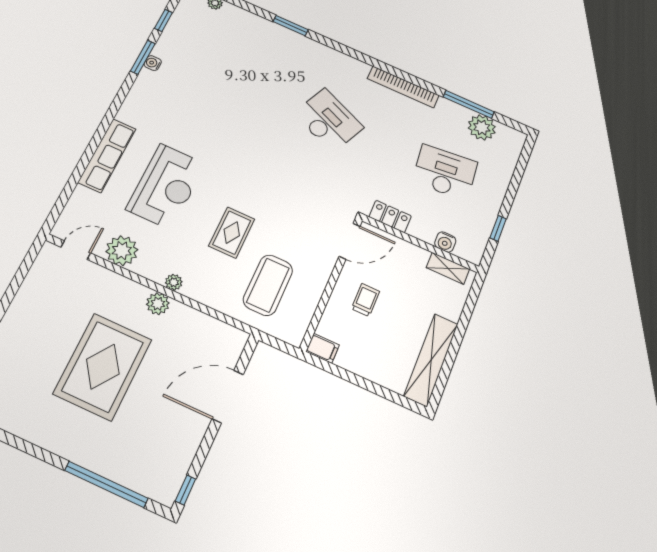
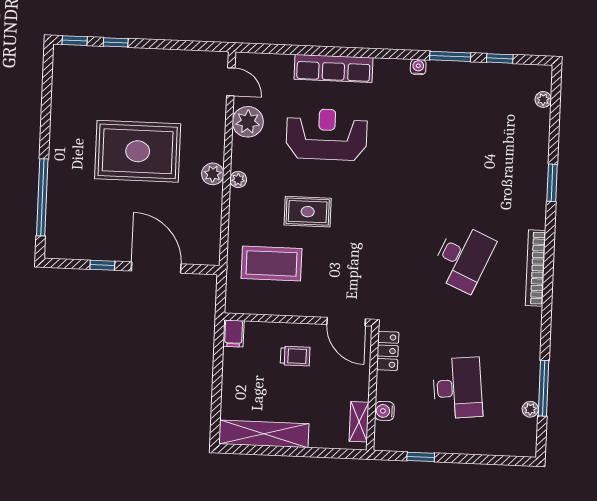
water cooler: (153, 63) -> (418, 67), moved
bookcase: (403, 87) -> (536, 268), moved
plant: (482, 127) -> (530, 409), width x0.53, depth x0.53
reception desk: (166, 186) -> (327, 134), turned 180
window: (186, 490) -> (102, 265), moved

